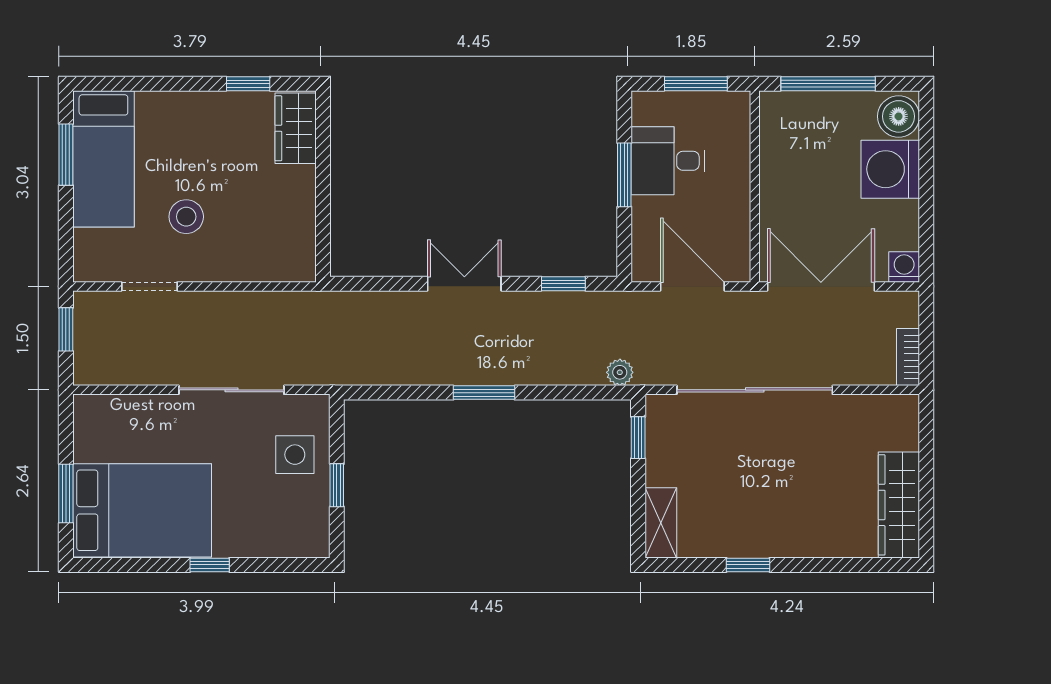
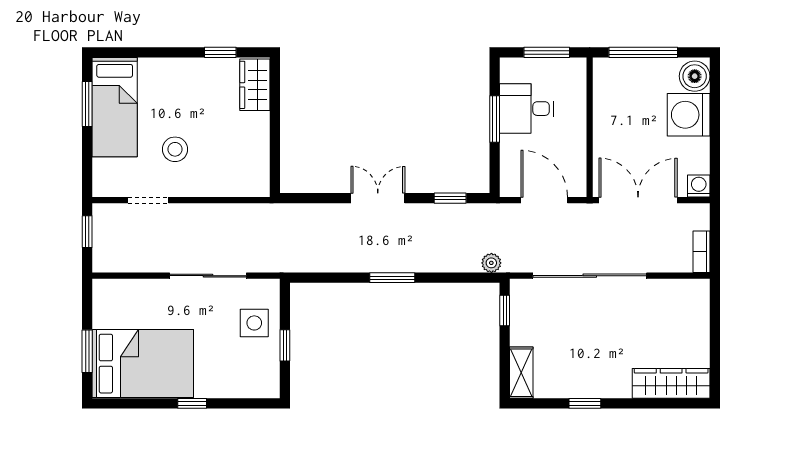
wardrobe: (899, 505) -> (671, 383), moved, turned 90

